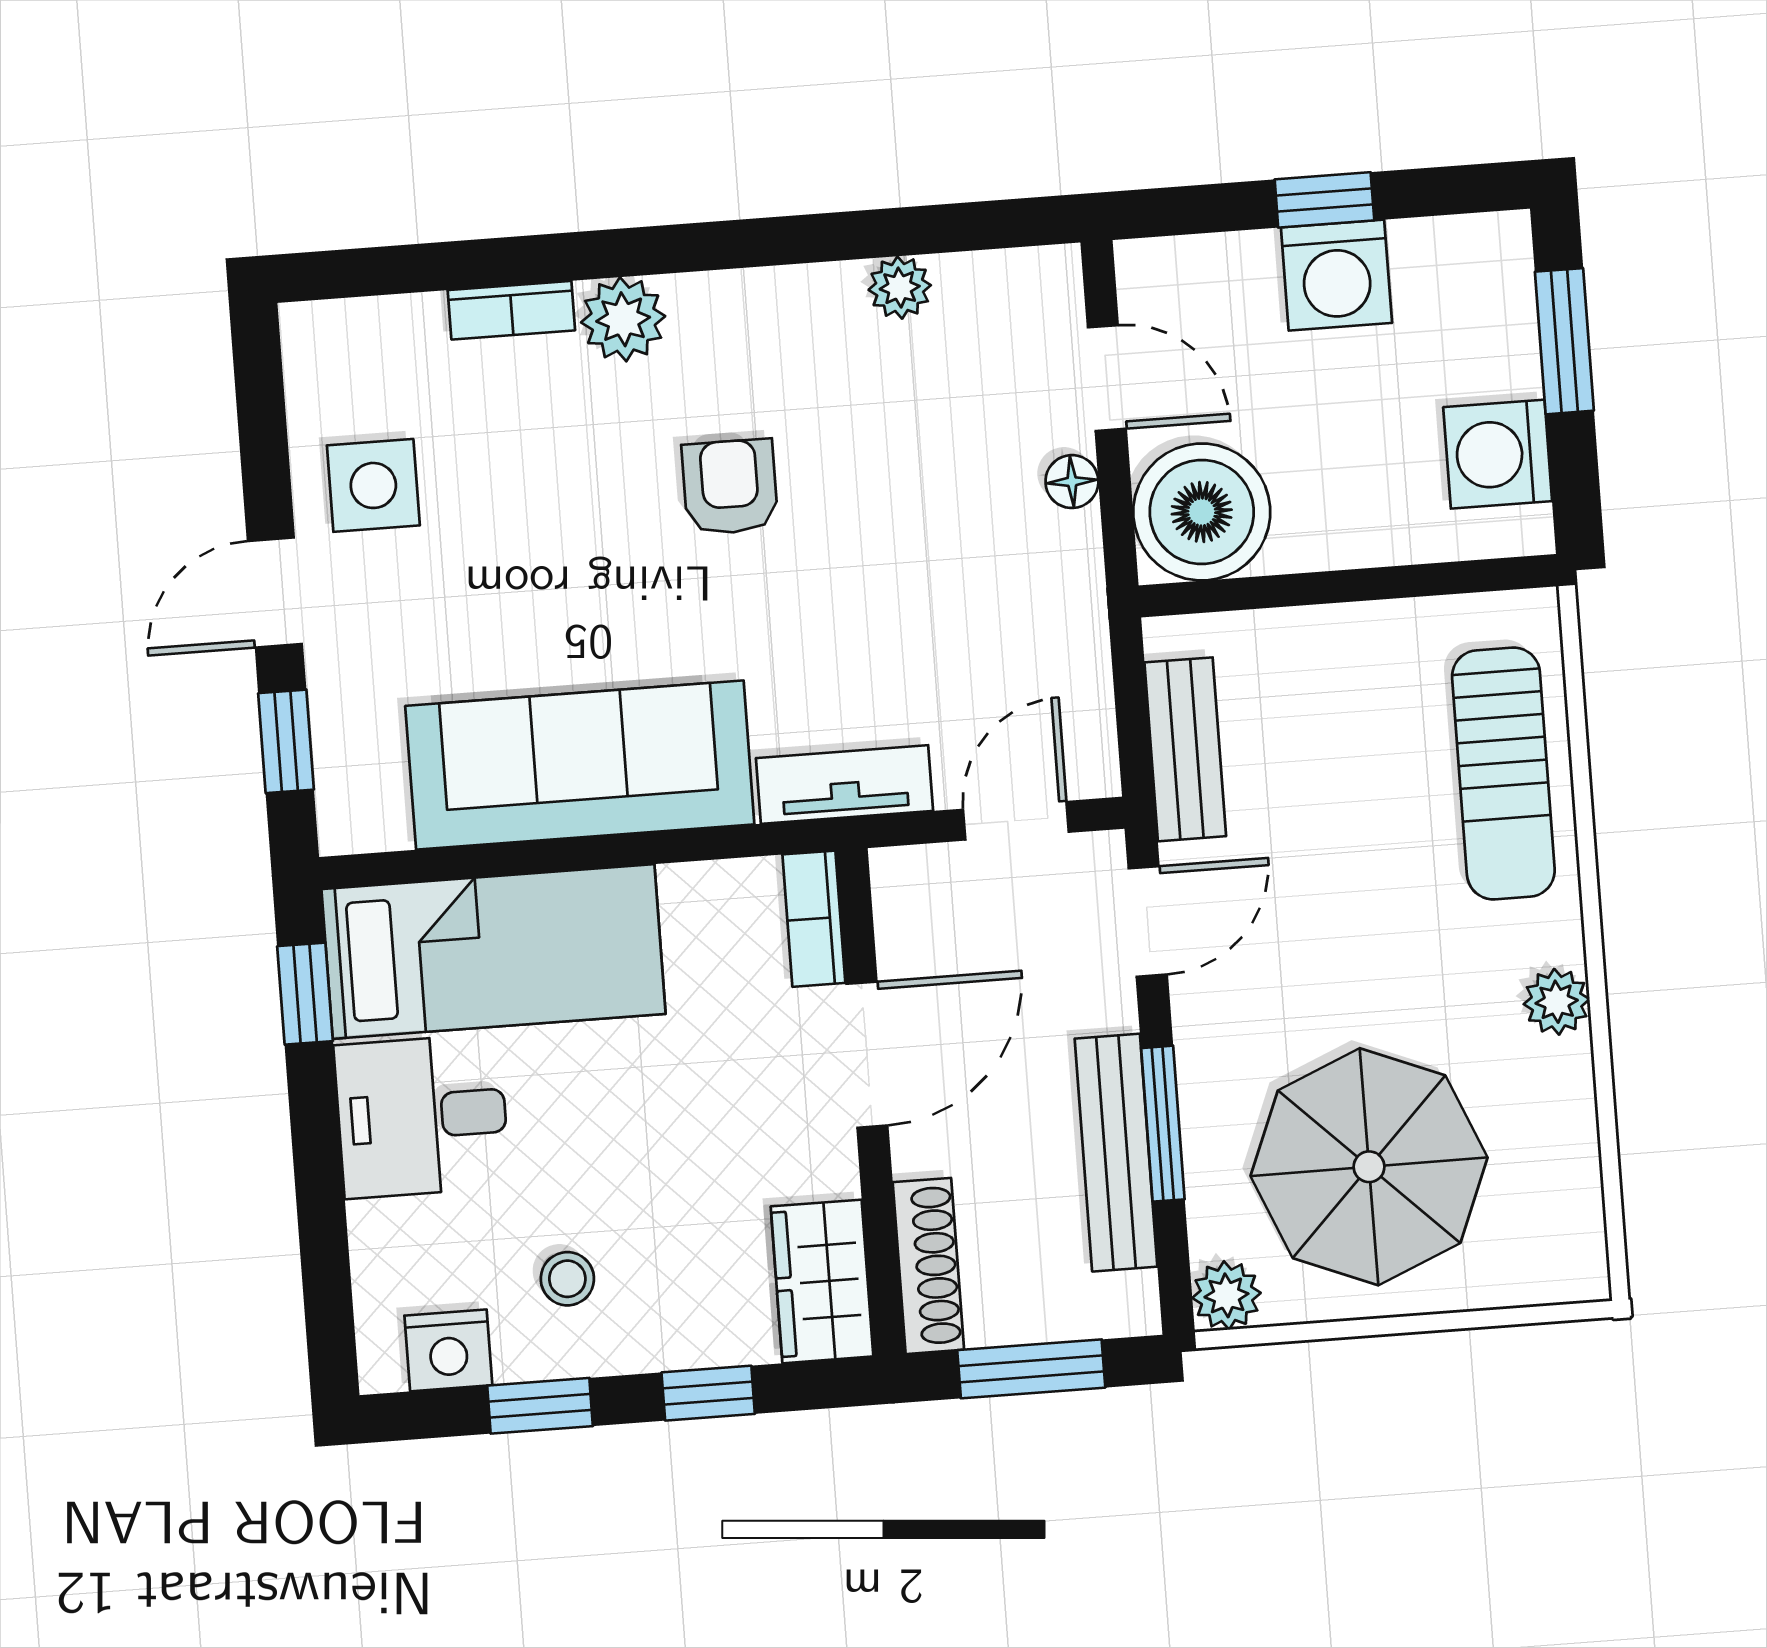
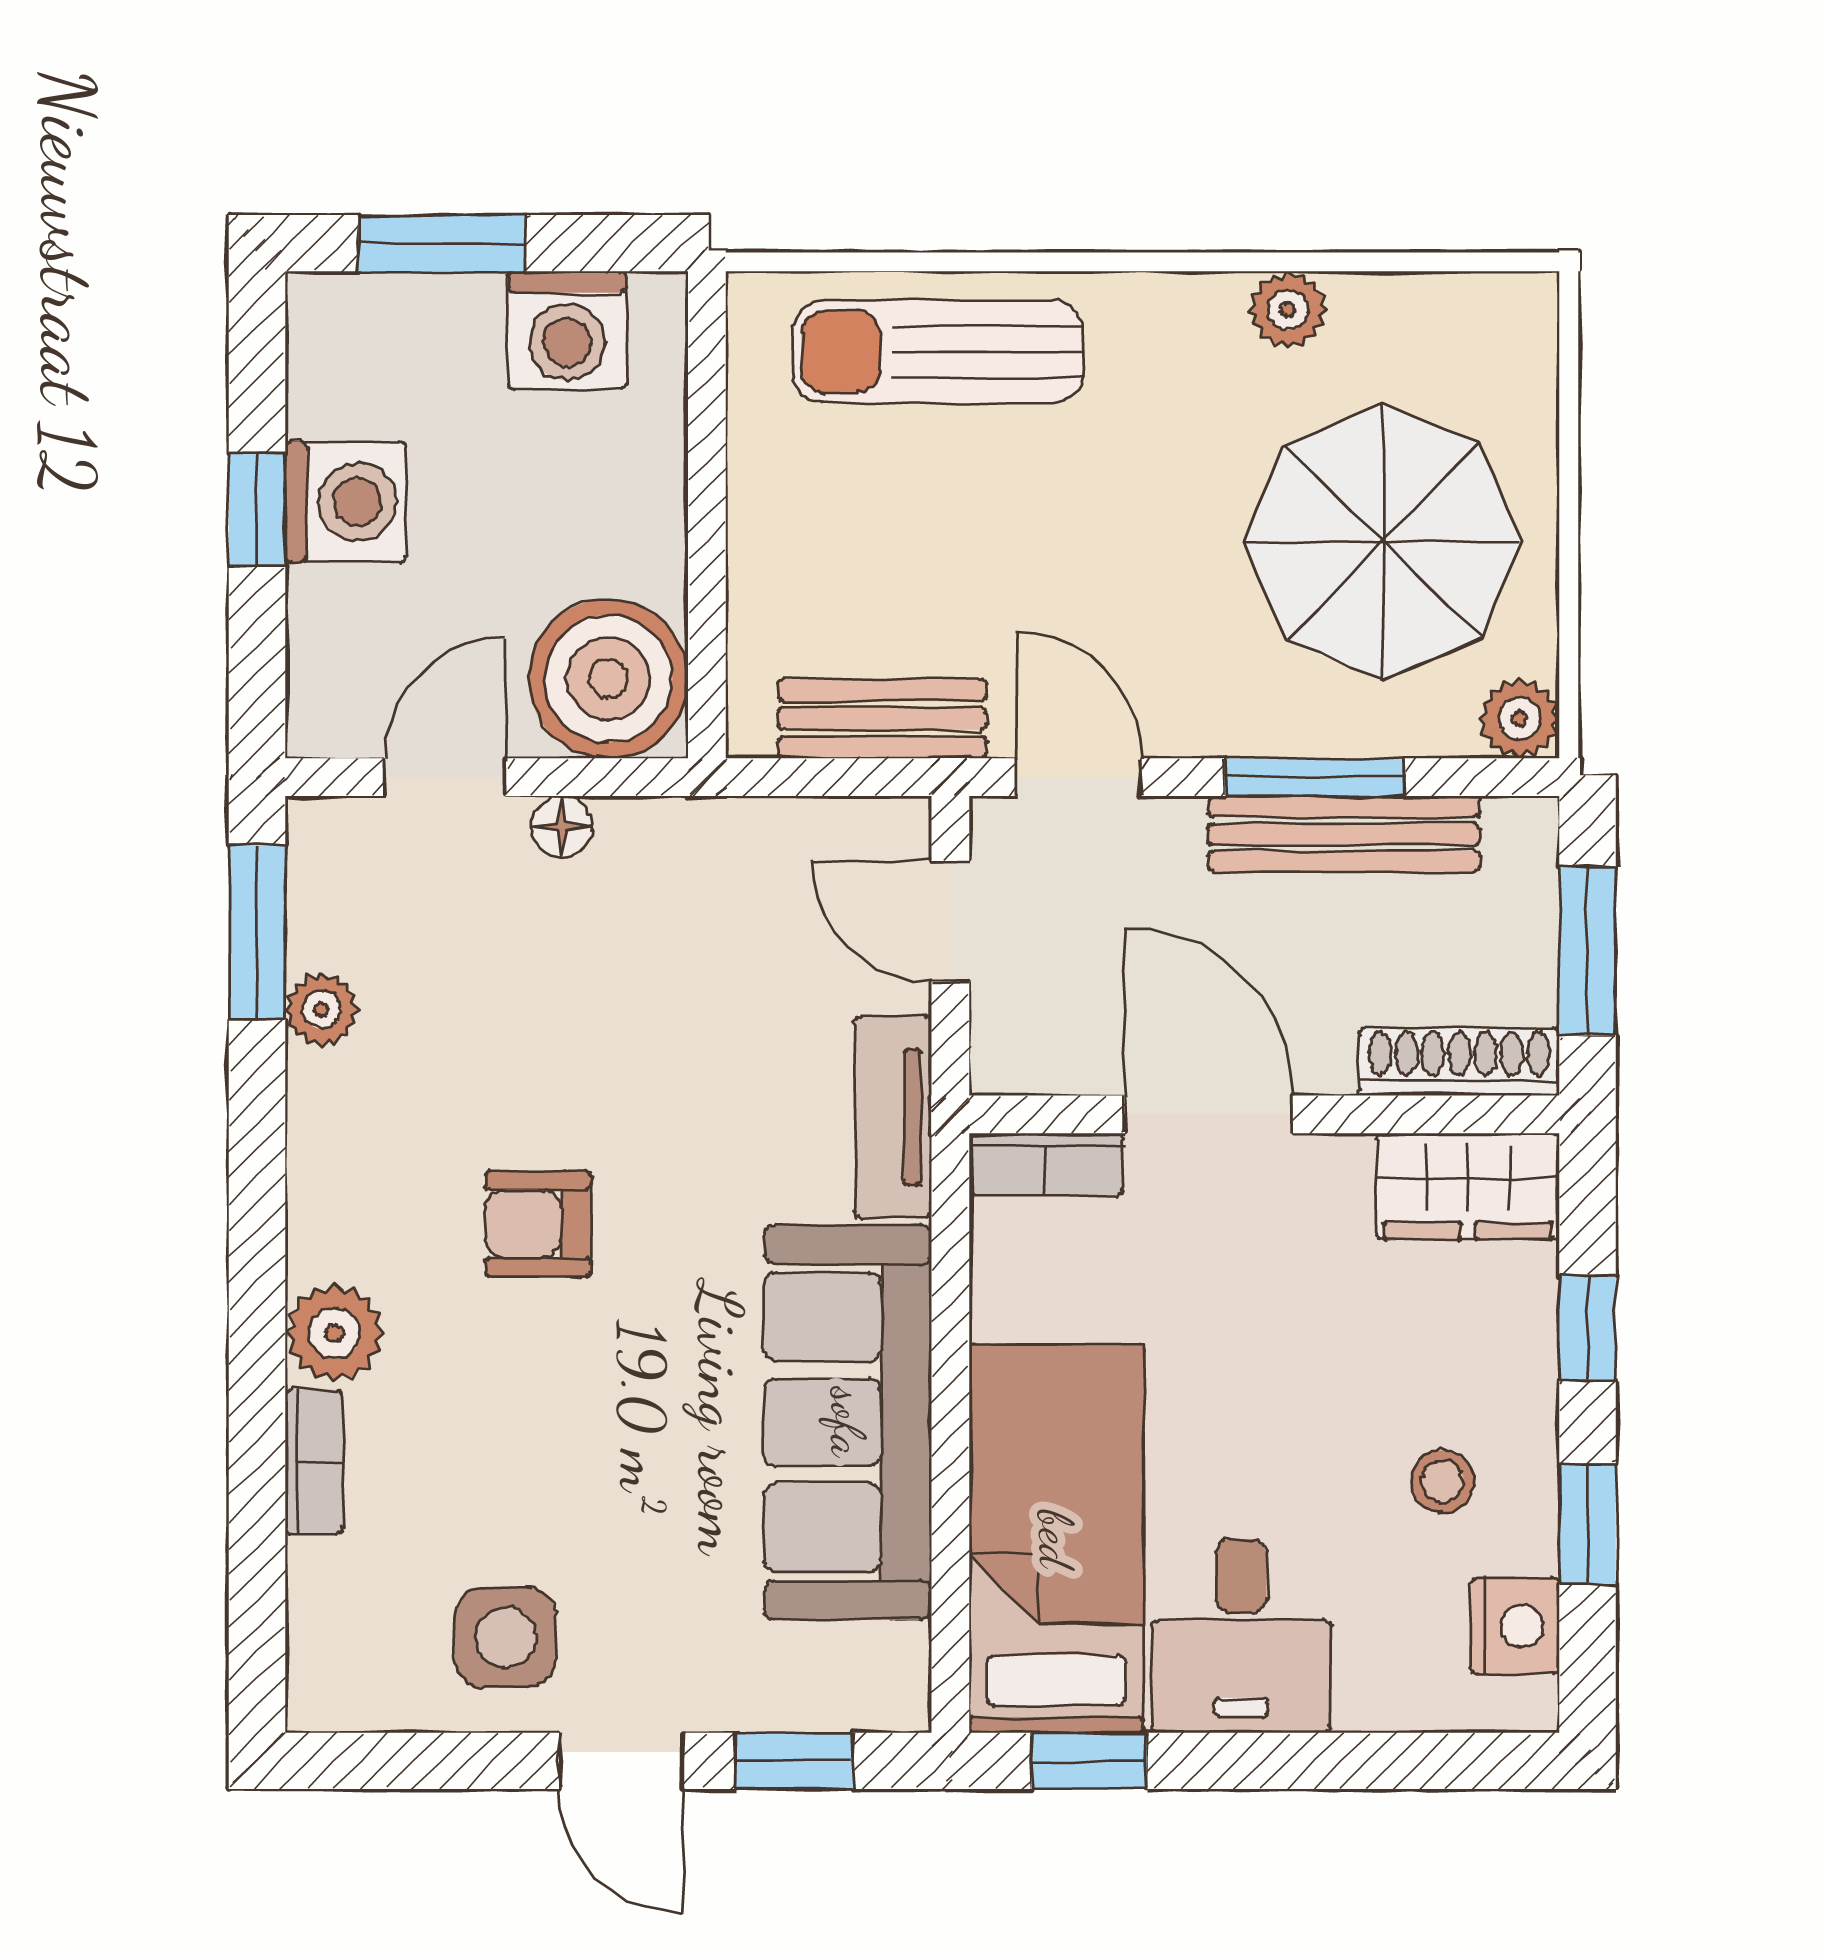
window: (962, 227) -> (257, 932), added
sun lounger: (1503, 773) -> (938, 352), turned 180
plant: (1557, 1002) -> (1288, 310), moved

